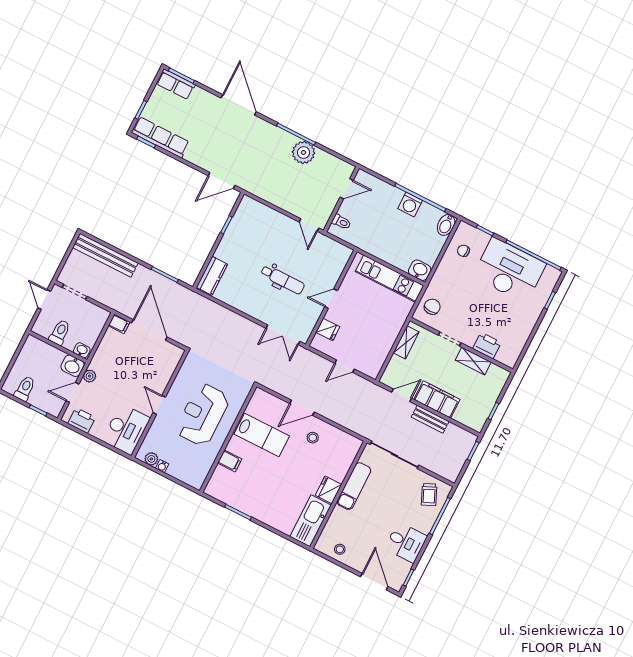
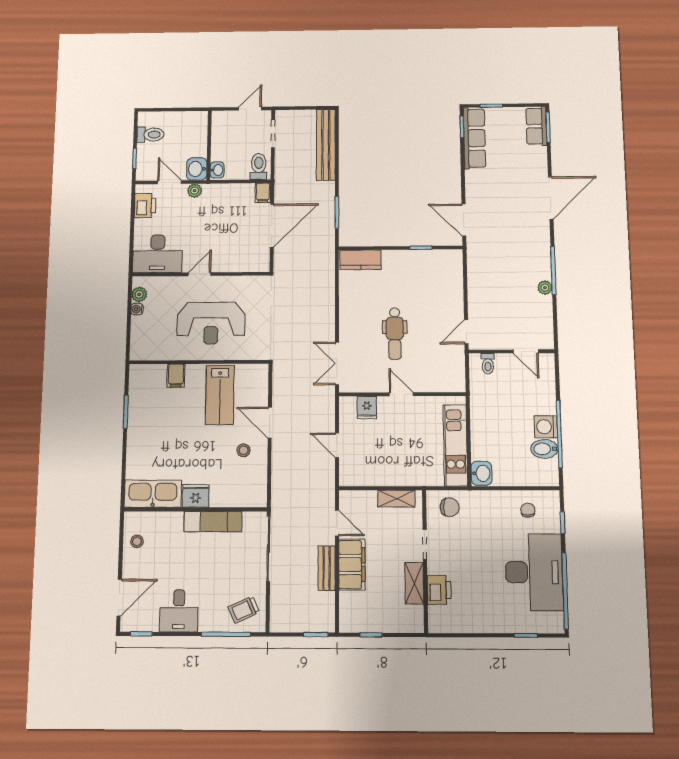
plant: (304, 152) -> (545, 288), width x0.53, depth x0.53
bidet: (446, 225) -> (544, 449), moved
toilet: (60, 332) -> (259, 166), moved, turned -90
reception desk: (203, 415) -> (211, 323), turned 180

